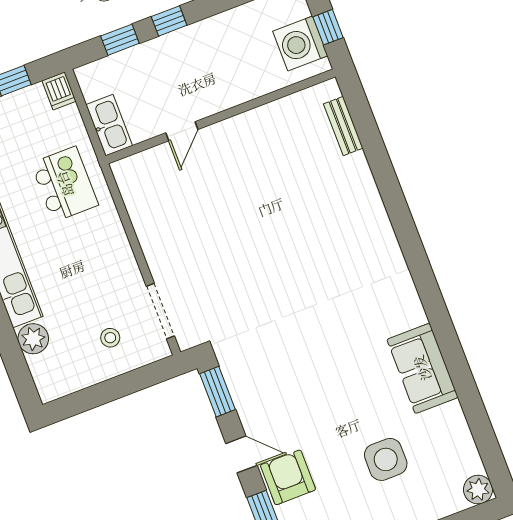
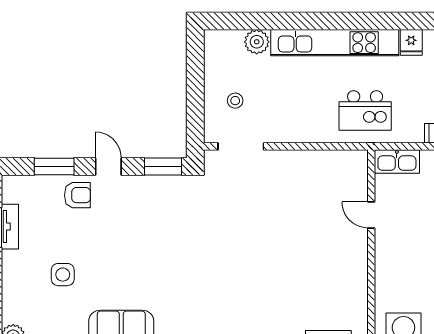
door: (241, 454) -> (108, 166), swing flipped
side table: (386, 459) -> (63, 275), width x0.73, depth x0.73
armchair: (288, 477) -> (77, 195), width x0.72, depth x0.72

